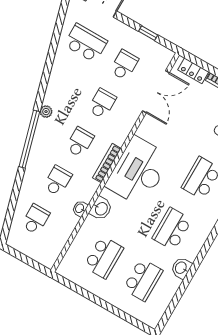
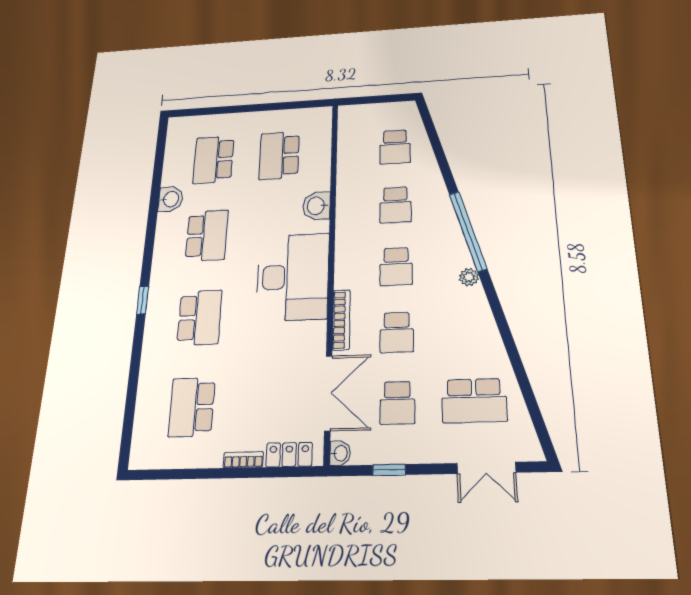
double door: (156, 92) -> (328, 393), swing flipped
bookcase: (107, 163) -> (341, 320), moved
washbasin: (80, 208) -> (340, 453), moved

